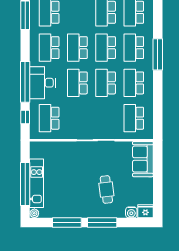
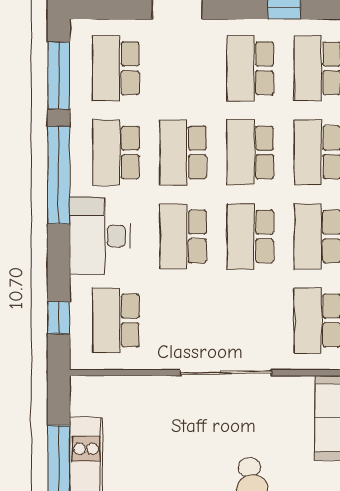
window: (25, 82) -> (59, 175), moved

